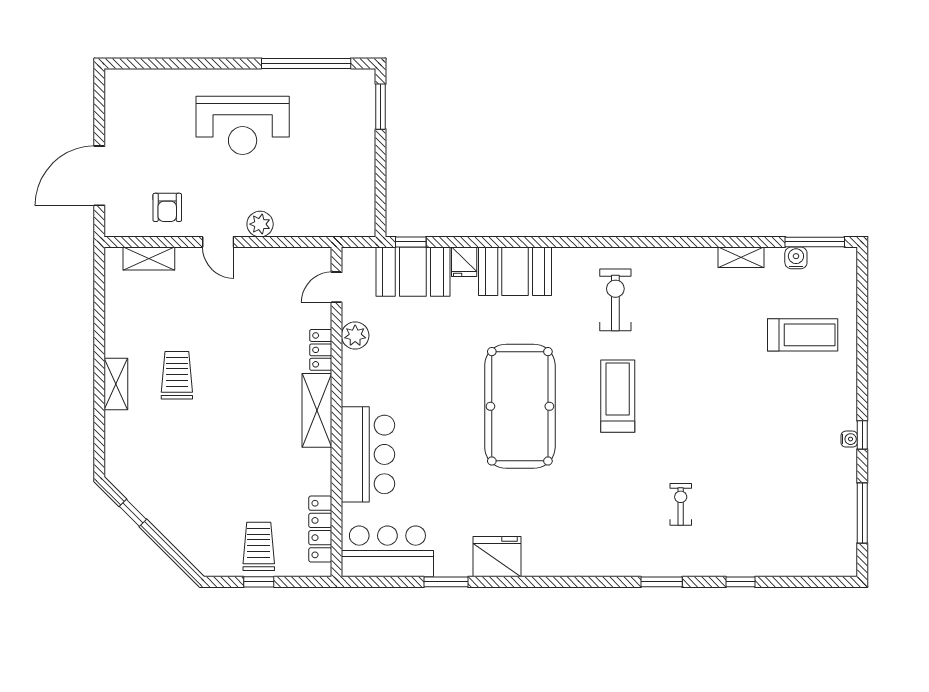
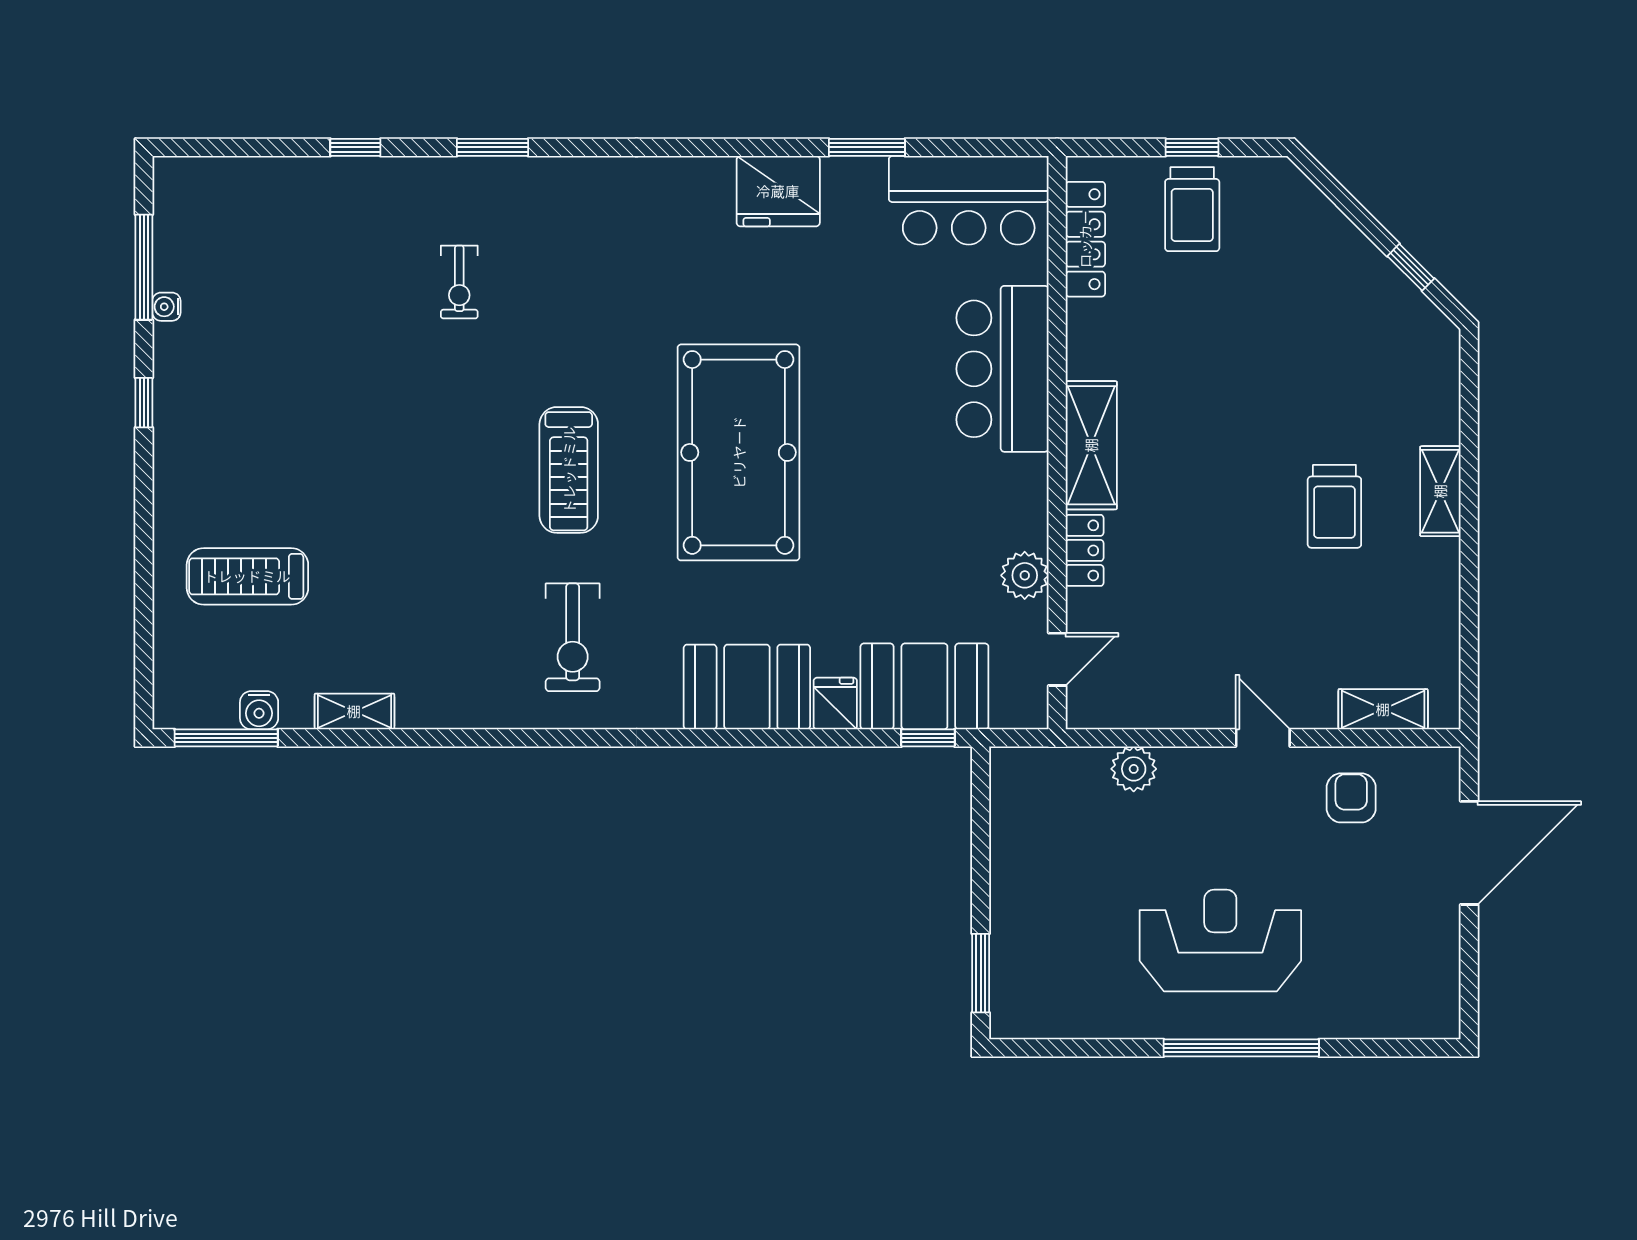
window: (306, 63) -> (1241, 1048), moved
plant: (260, 224) -> (1134, 769), moved
water cooler: (849, 439) -> (166, 307), moved

